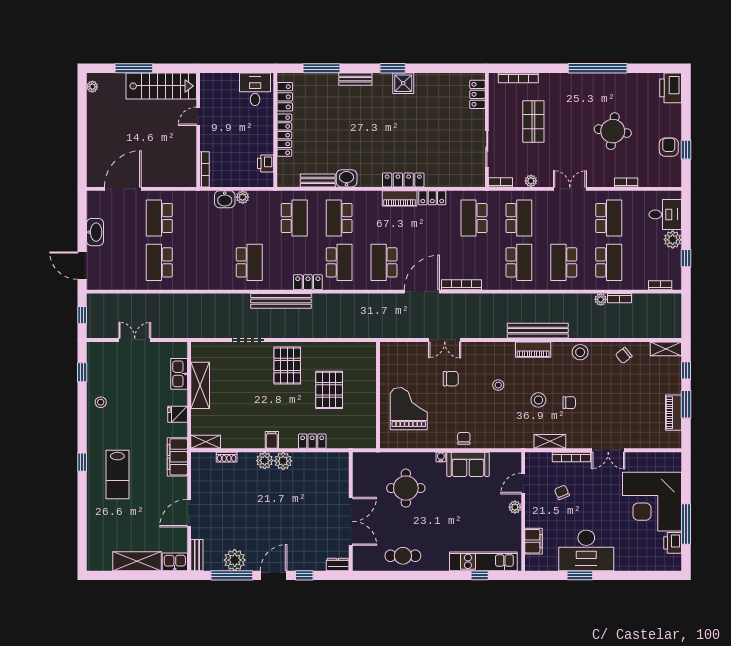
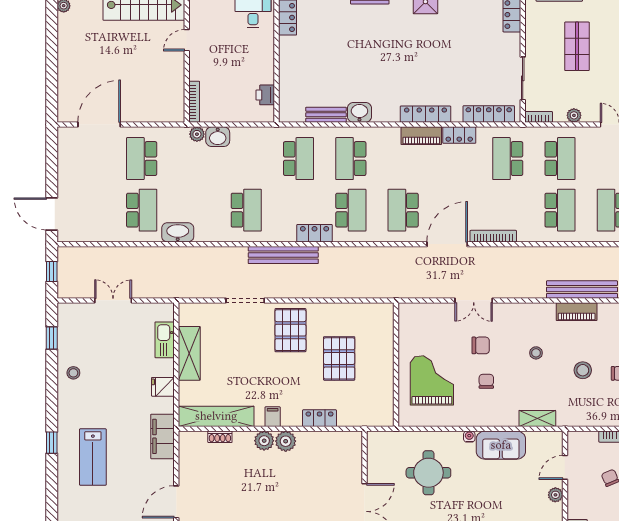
locker: (284, 135) -> (489, 114), moved, turned -90
plant: (243, 197) -> (197, 134), moved
washbasin: (95, 232) -> (178, 232), moved, turned -90
school desk: (159, 262) -> (142, 210), turned 180
chair: (464, 438) -> (486, 381), moved
shelving: (550, 441) -> (537, 418), moved
shelving: (206, 442) -> (216, 416), width x2.20, depth x1.33

